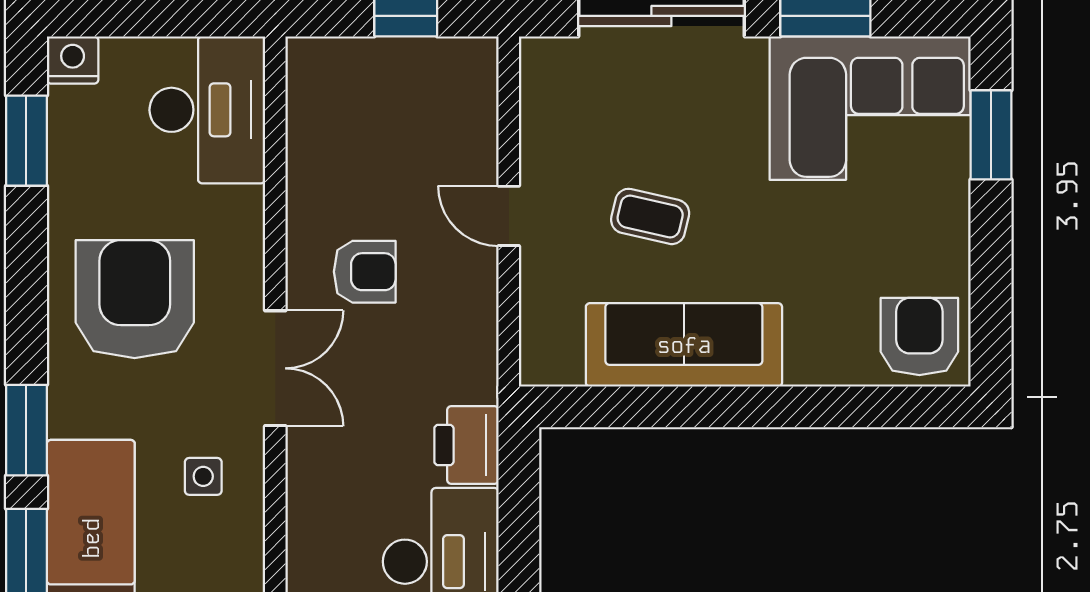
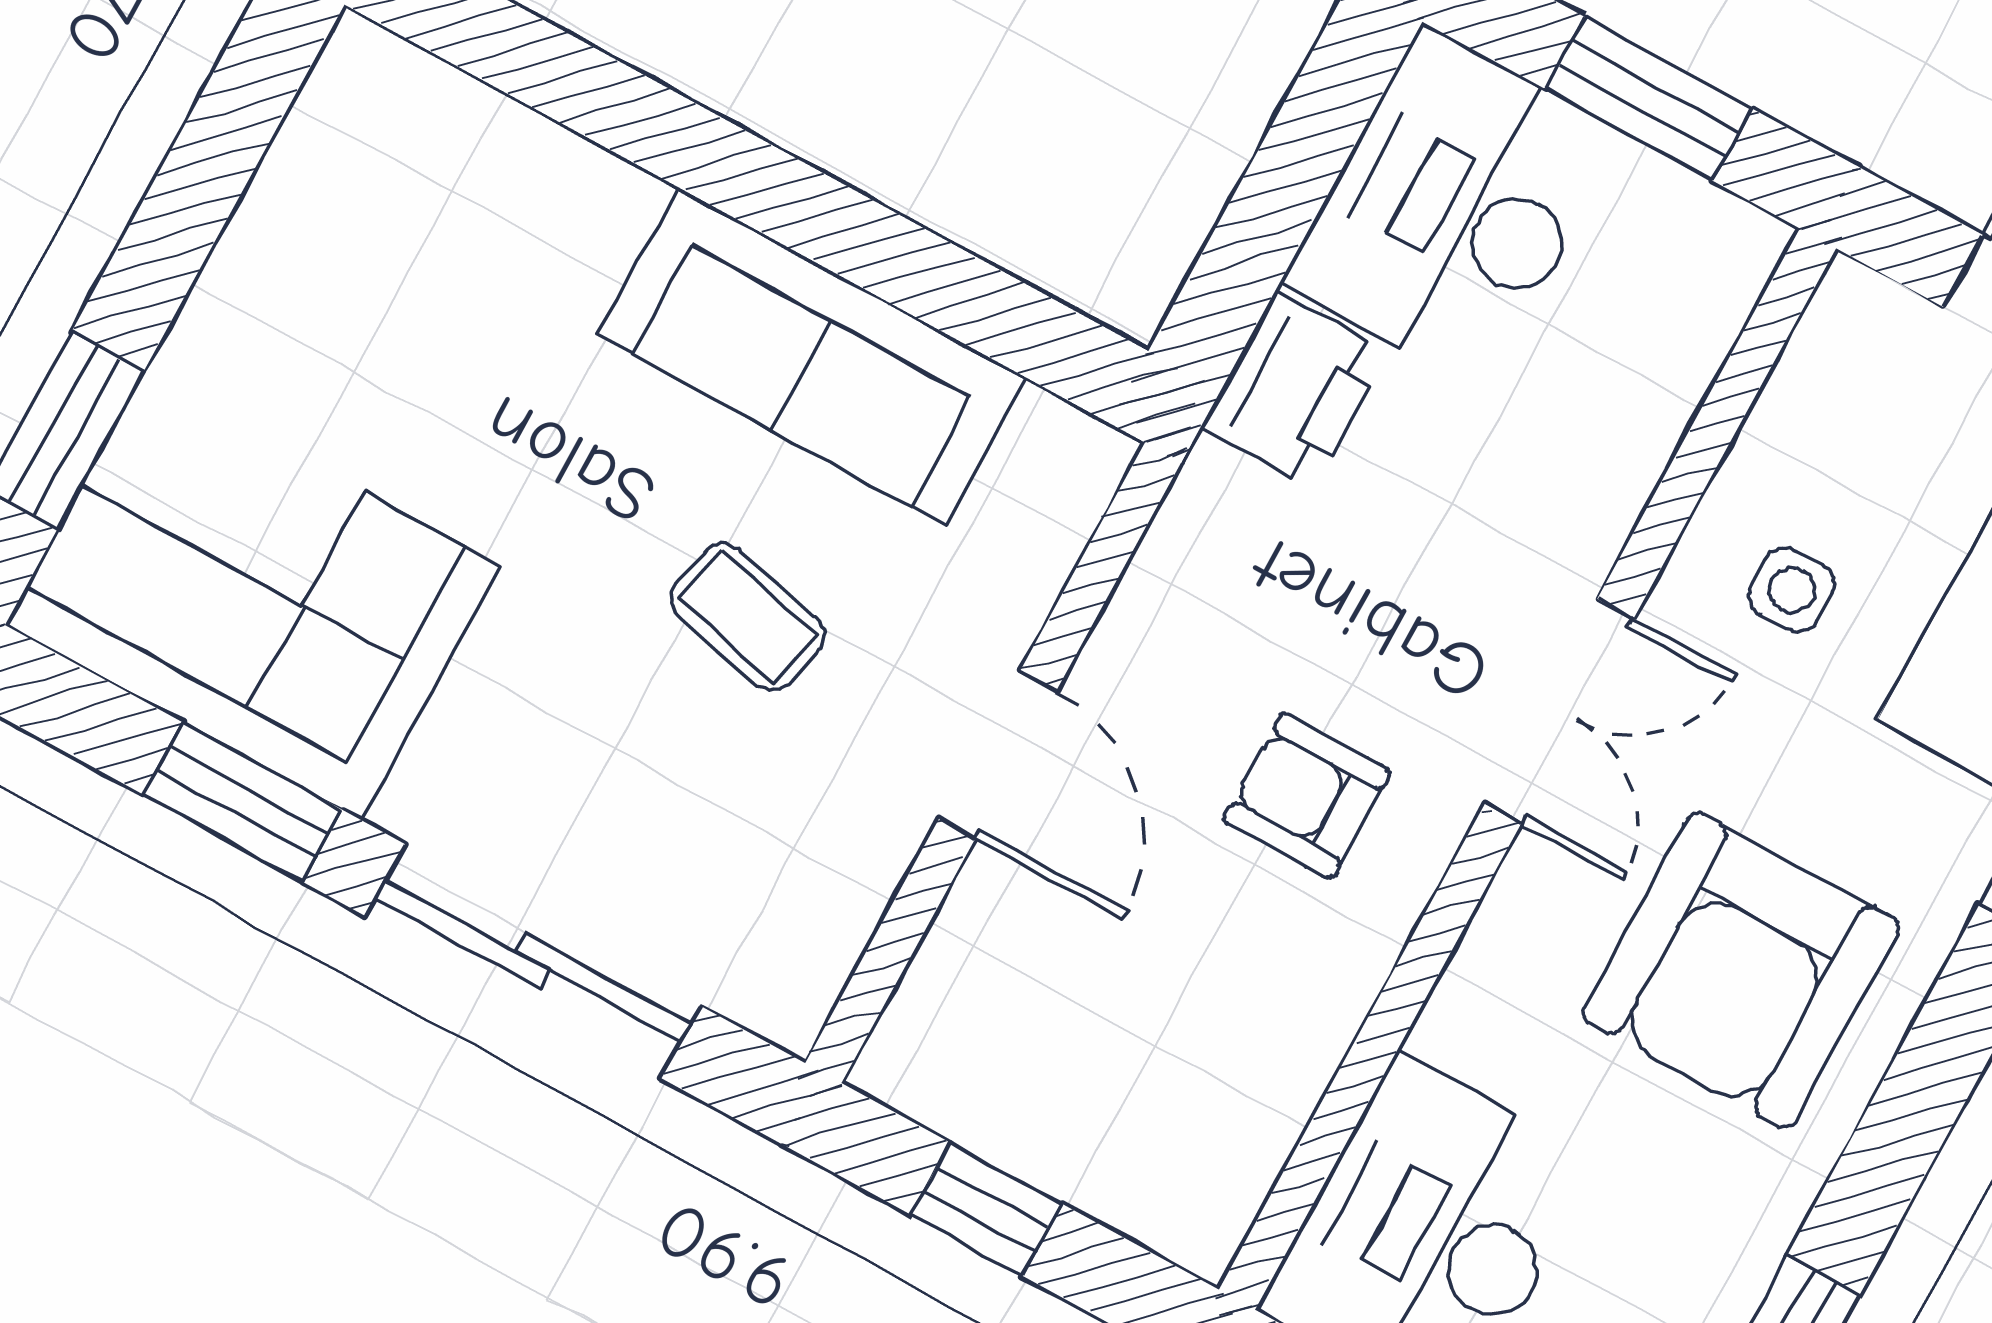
door: (509, 216) -> (997, 755), width x1.38
armchair: (919, 336) -> (387, 143), removed
double door: (275, 368) -> (1559, 711), swing flipped

